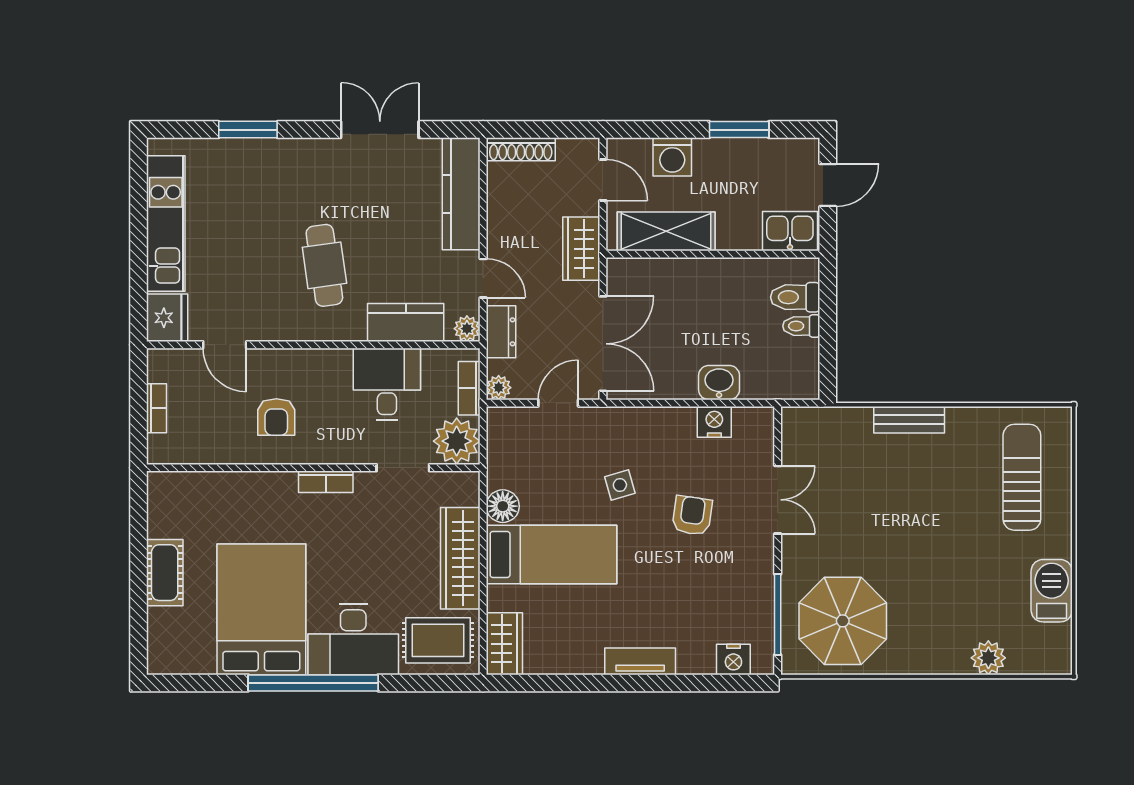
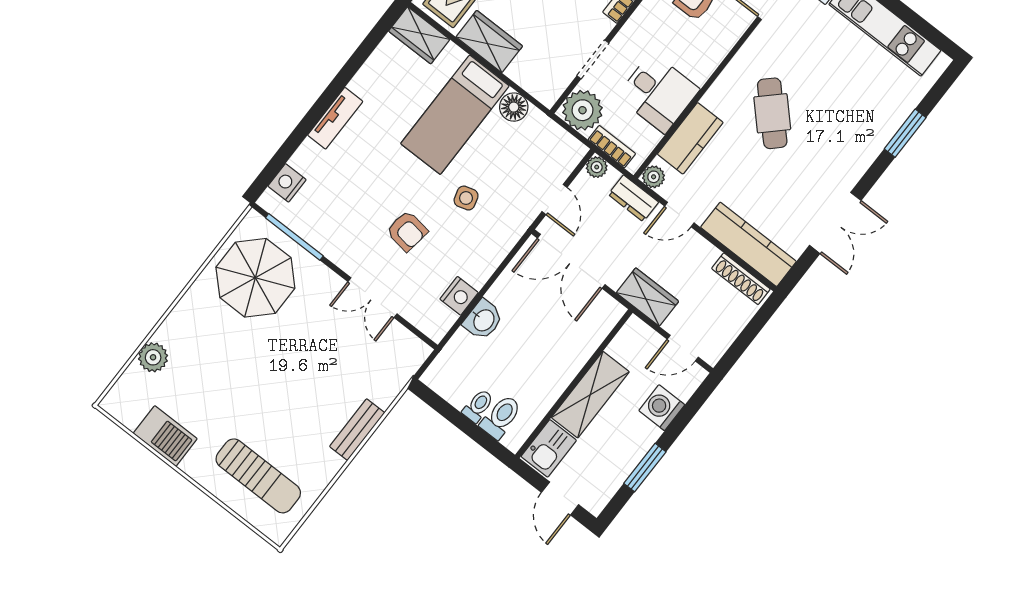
shoe rack: (521, 149) -> (741, 279), moved, turned -90
shelving: (666, 231) -> (590, 395), moved
cafe table: (324, 265) -> (772, 113), turned 54
wardrobe: (460, 558) -> (489, 41), width x0.67

